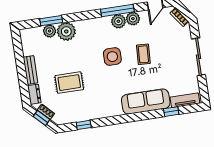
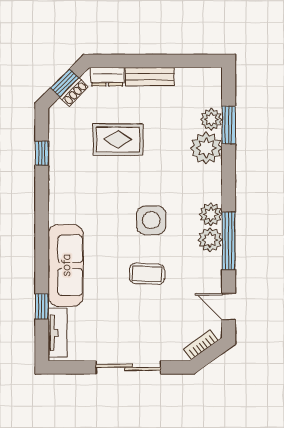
plant: (133, 19) -> (211, 214), moved
rug: (69, 83) -> (118, 140), turned 90

